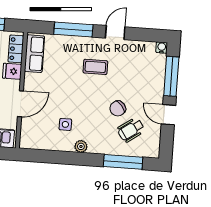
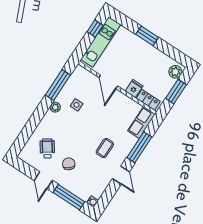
row of seats: (34, 54) -> (141, 123), moved, turned 90
chair: (118, 108) -> (69, 164), moved
door: (169, 115) -> (43, 180), swing flipped
window: (123, 162) -> (58, 85), moved

